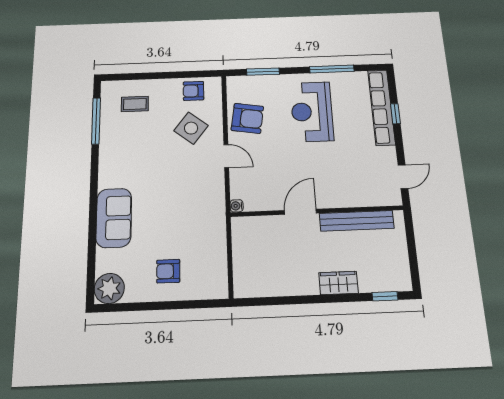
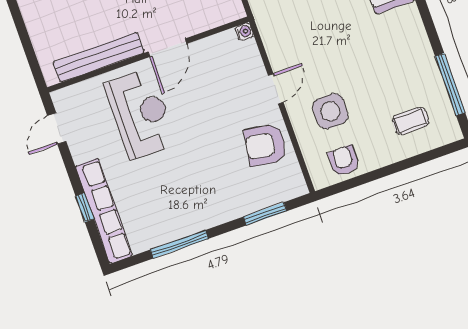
armchair: (193, 91) -> (344, 161), turned -90
reception desk: (312, 112) -> (140, 114), moved
side table: (191, 128) -> (330, 111), turned -38
door: (226, 156) -> (276, 89), swing flipped

